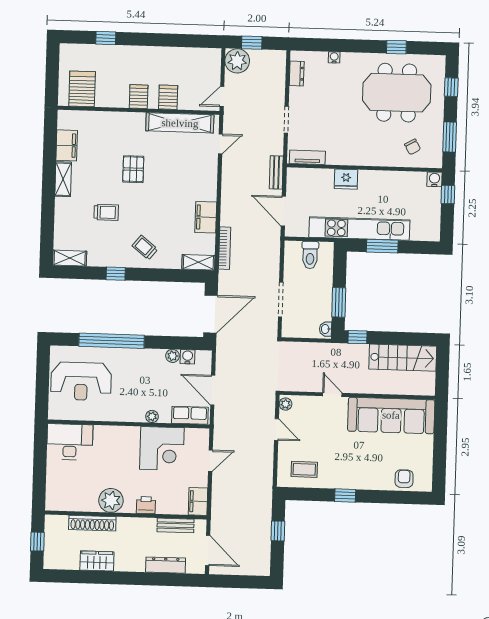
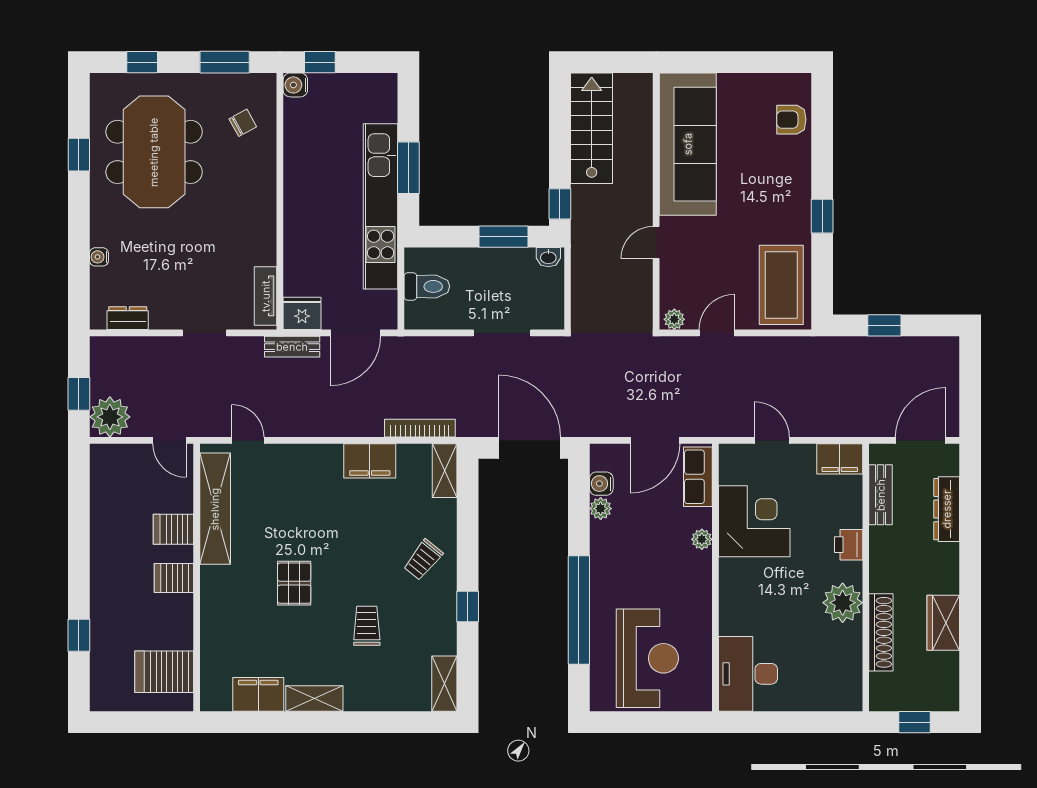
pallet: (133, 169) -> (294, 583), turned 90
fridge: (346, 179) -> (302, 313), moved, turned -90
coffee table: (304, 469) -> (781, 285), width x1.86, depth x1.72

